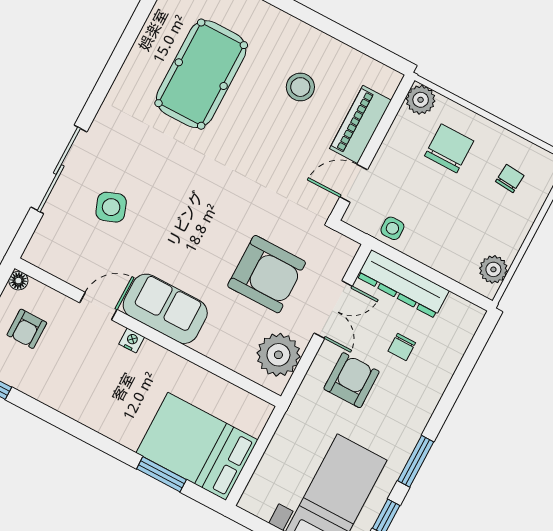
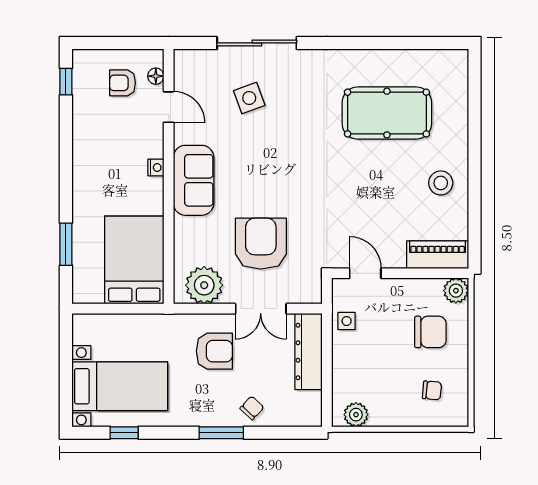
stool: (300, 87) -> (441, 183), moved
piano: (360, 124) -> (438, 255), moved
armchair: (267, 274) -> (261, 244), turned 180
floor lamp: (18, 281) -> (156, 76), moved
door: (98, 306) -> (169, 107), moved
chair: (402, 347) -> (252, 408), moved, turned 133
bed: (197, 446) -> (134, 260), moved
window: (416, 461) -> (221, 433), moved

